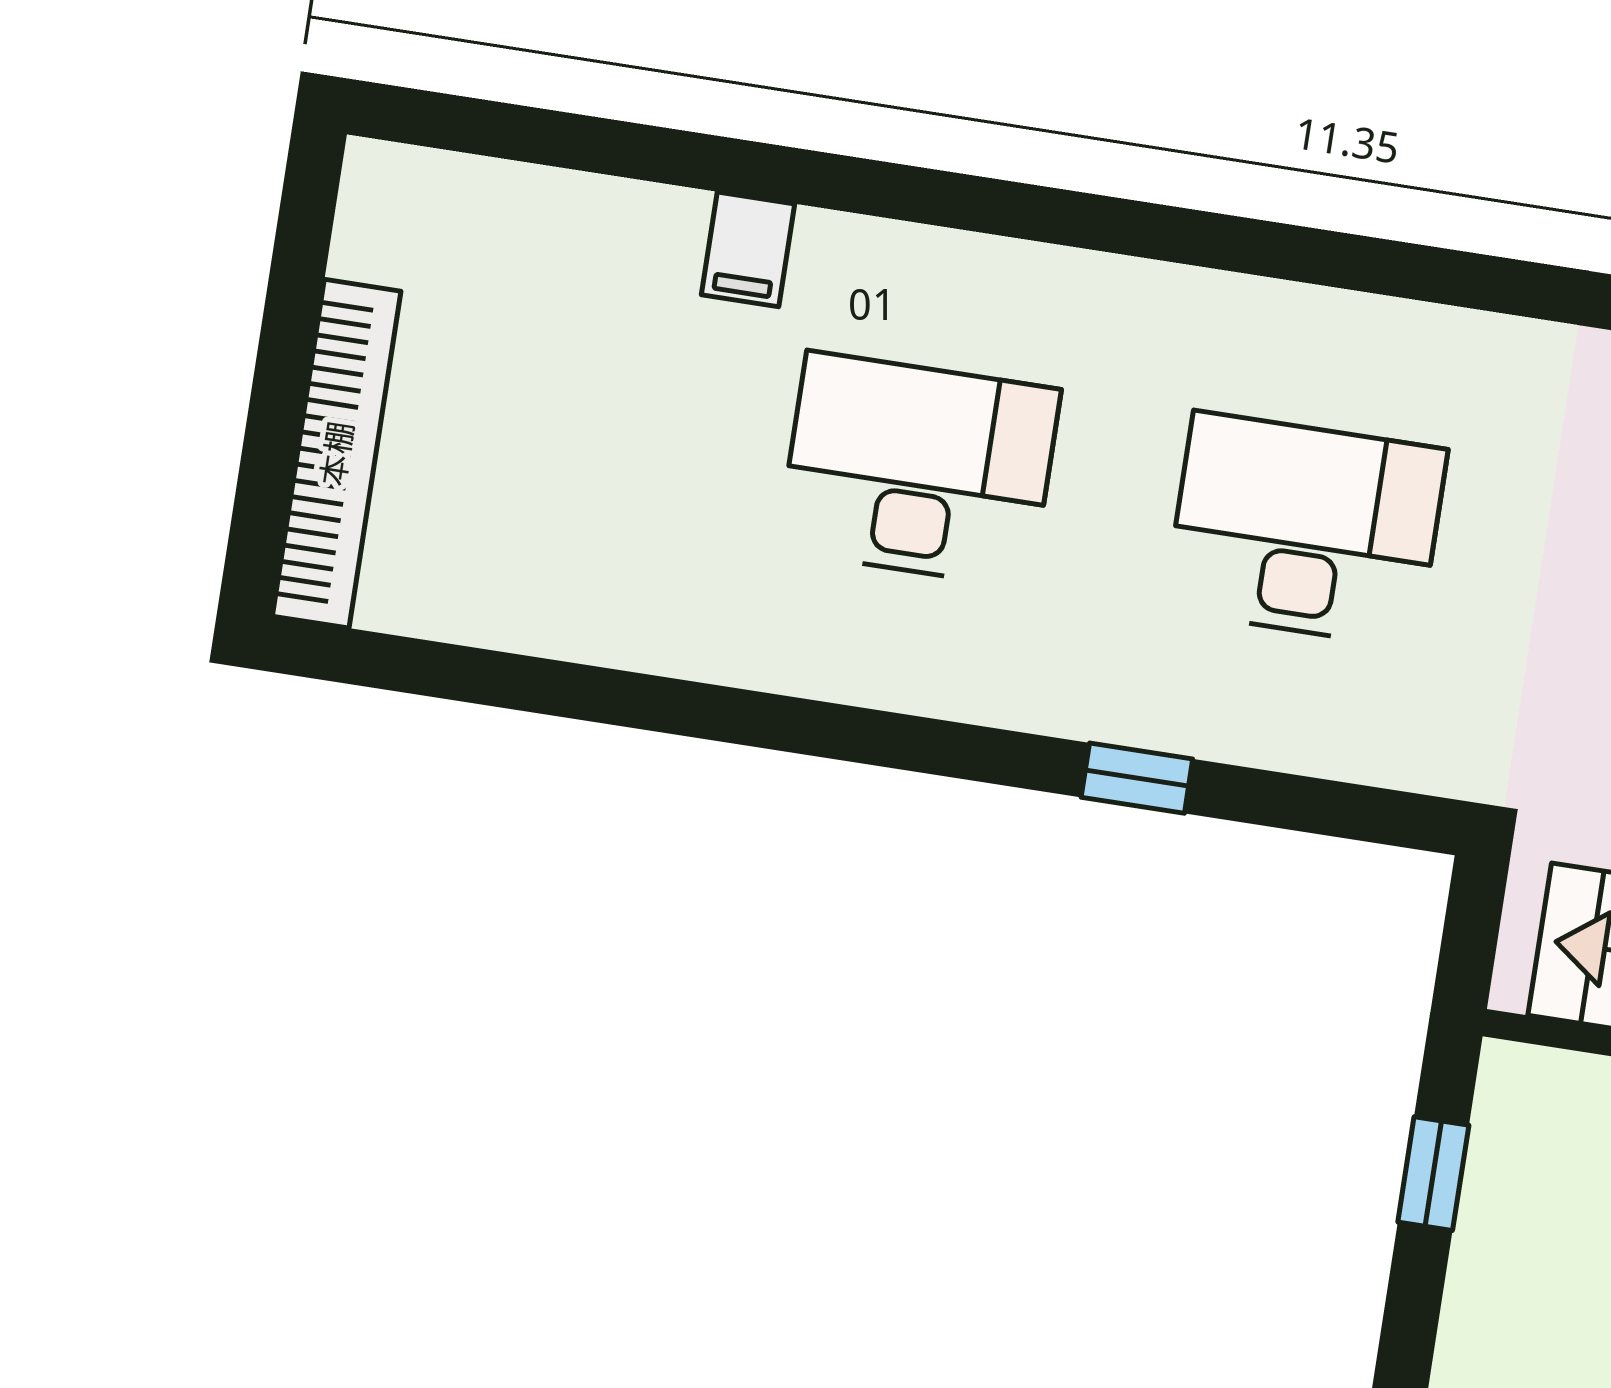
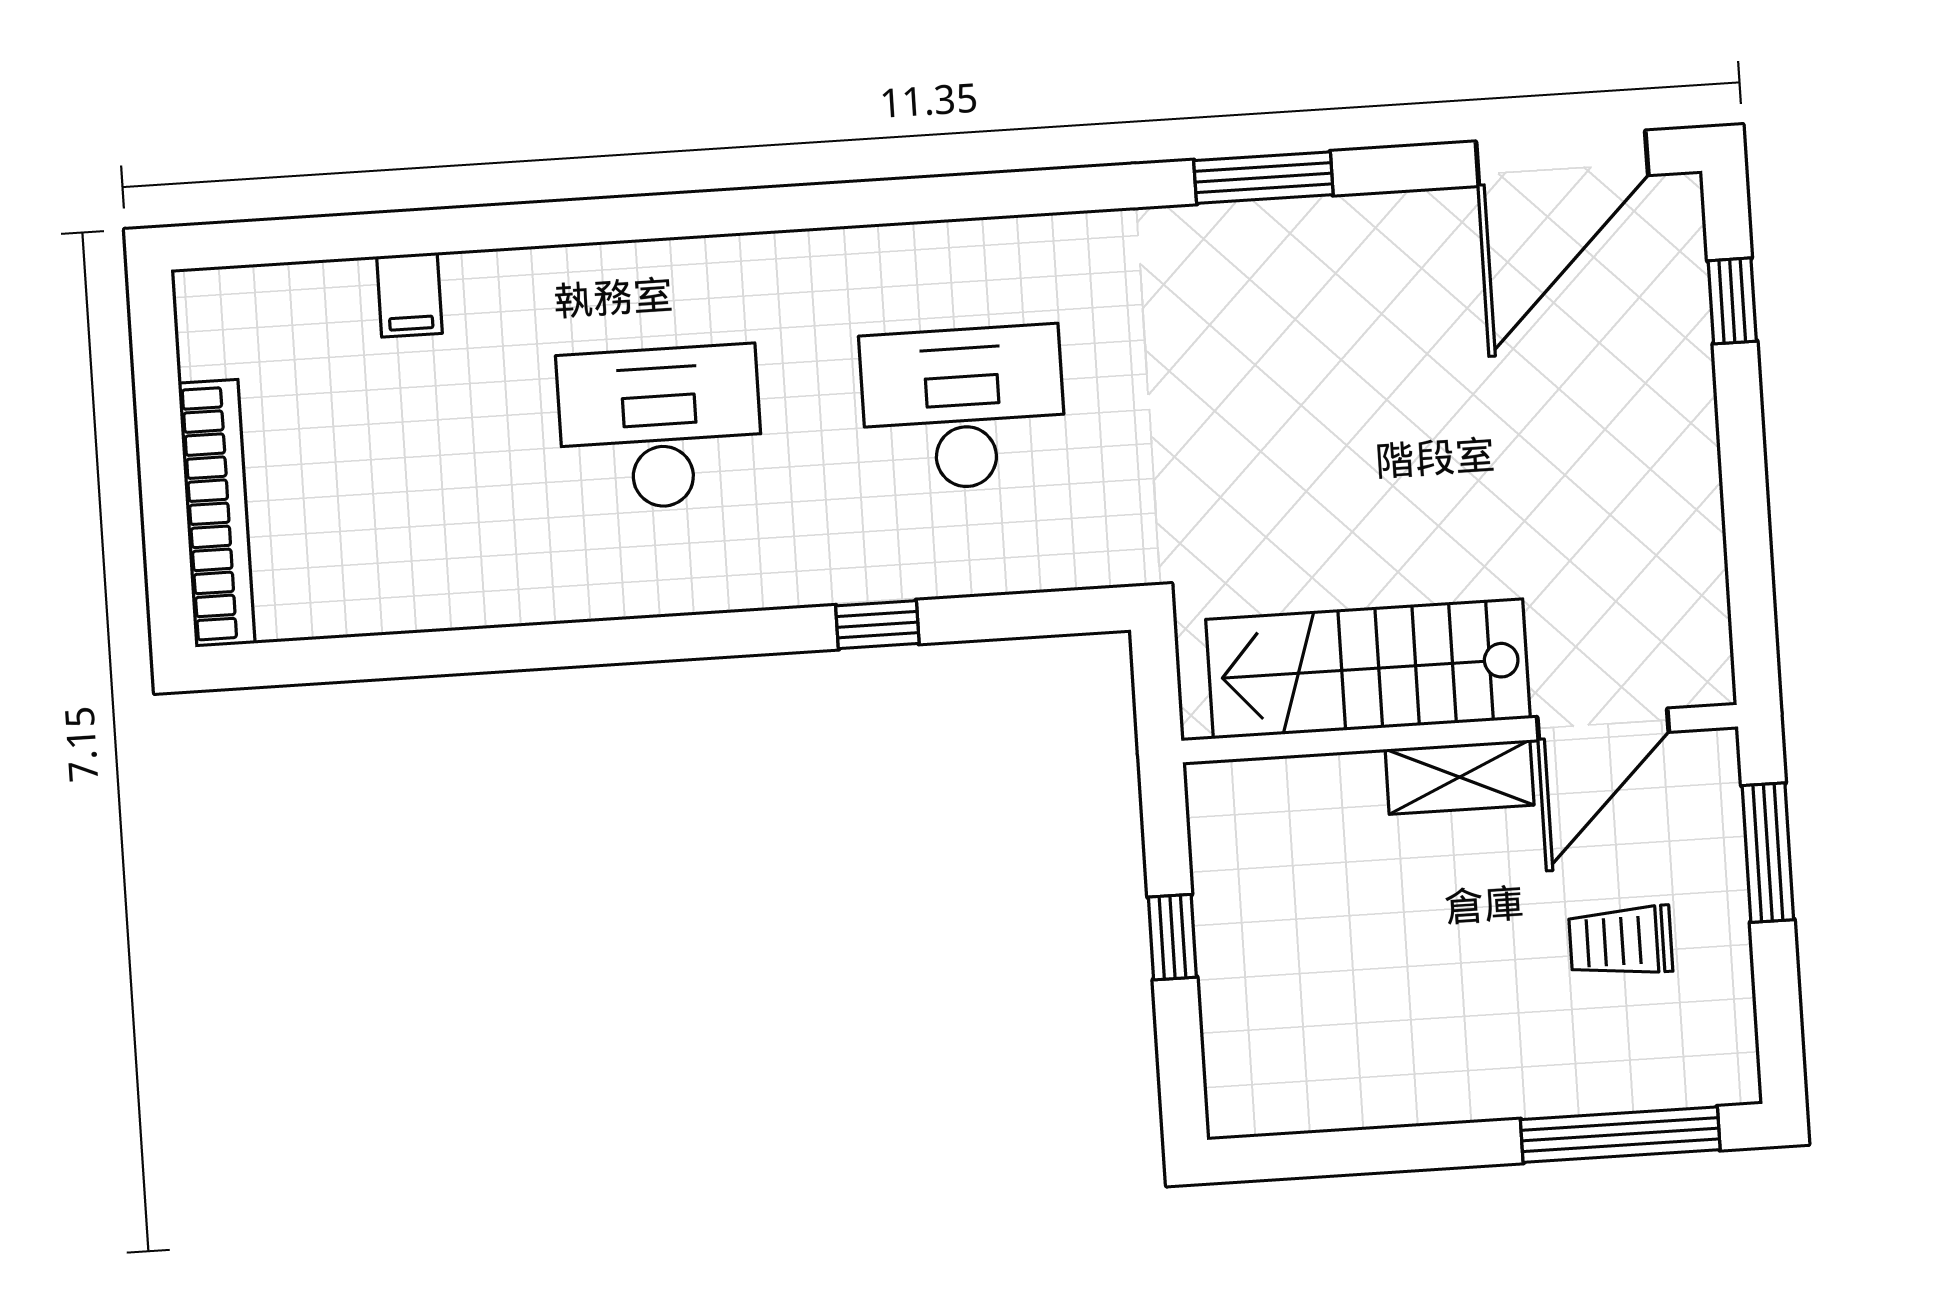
filing cabinet: (748, 249) -> (409, 295), moved
window: (1433, 1174) -> (1172, 937), moved

